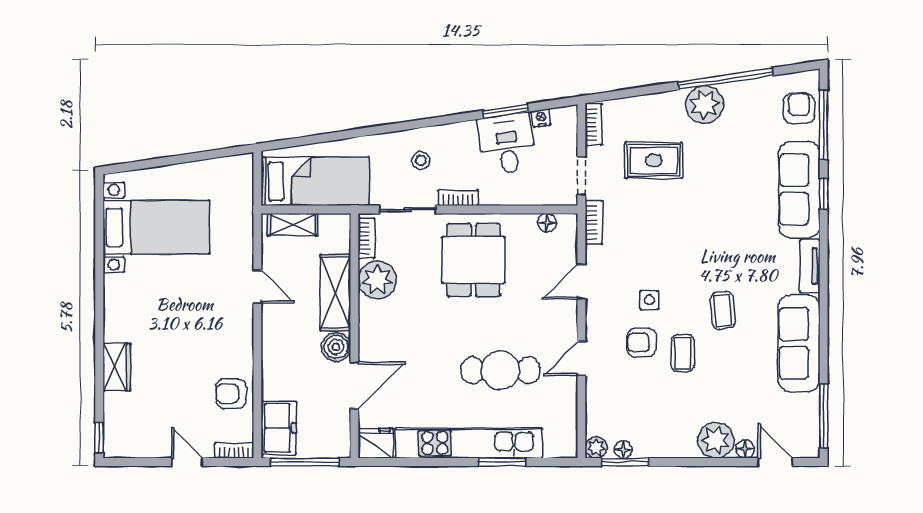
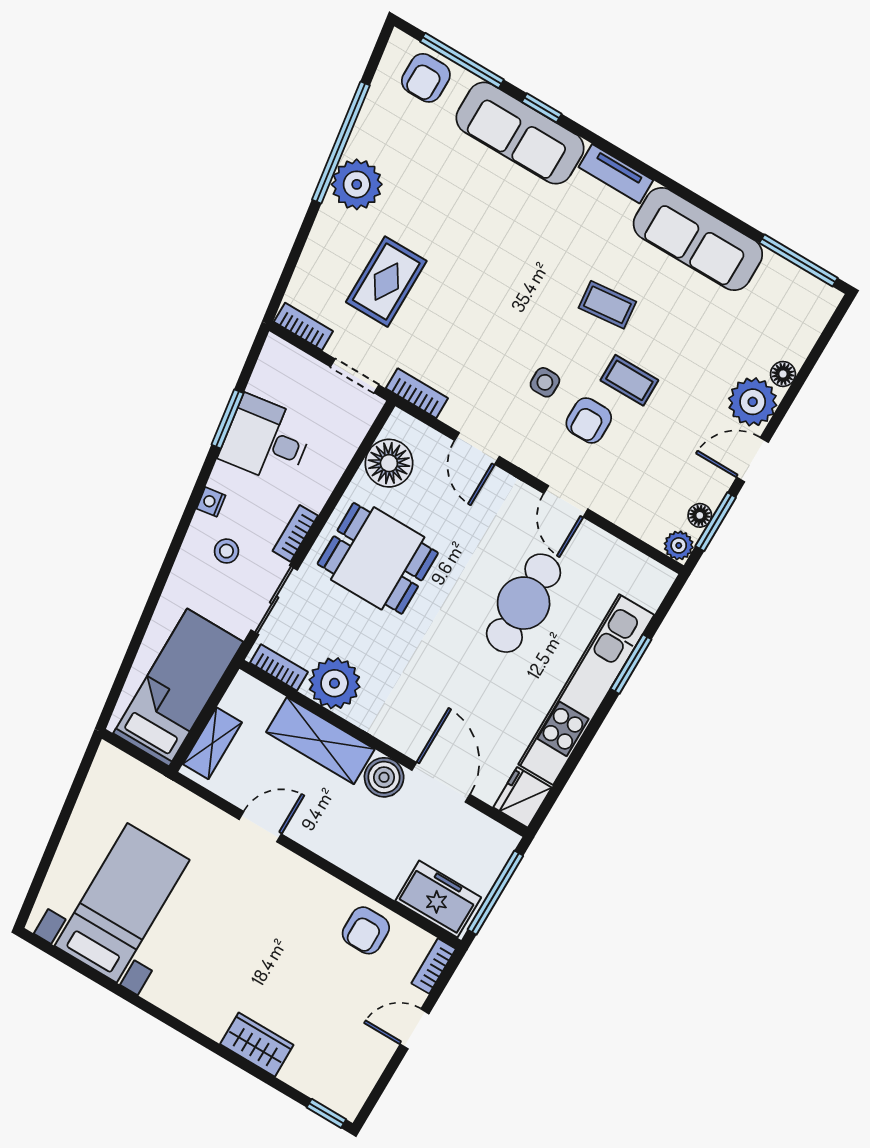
armchair: (799, 108) -> (426, 78), turned -90
nightstand: (541, 118) -> (211, 502), moved
floor lamp: (547, 223) -> (389, 463), width x1.89, depth x1.89
door: (775, 462) -> (752, 460), moved

